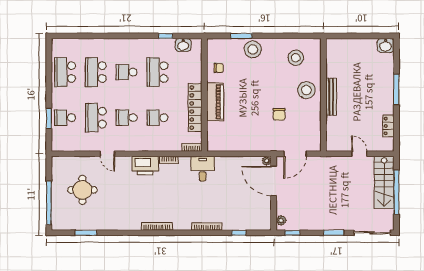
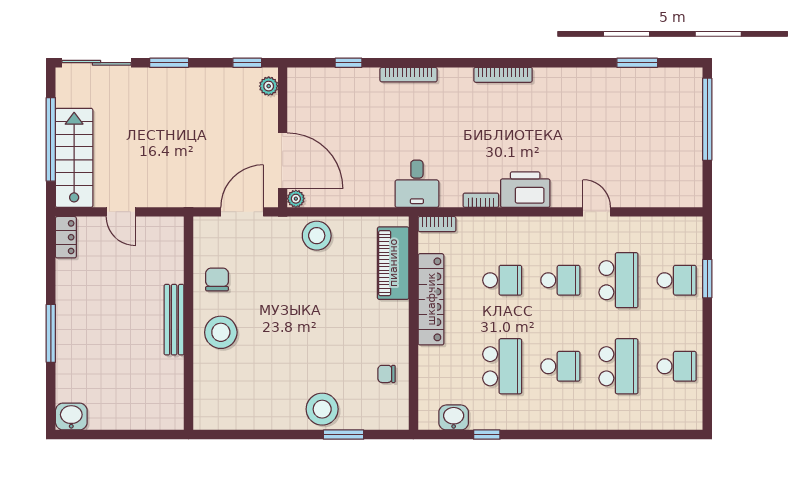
stool: (296, 58) -> (317, 236), moved
school desk: (65, 72) -> (677, 366), width x0.54
piano: (215, 102) -> (393, 263), moved
chair: (279, 114) -> (217, 279), moved
locker: (388, 126) -> (66, 237), moved
round table: (82, 190) -> (644, 144), removed

